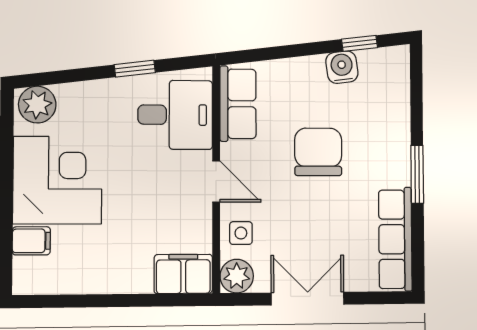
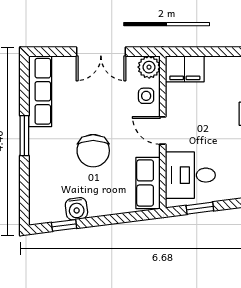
window: (135, 69) -> (200, 208), moved

